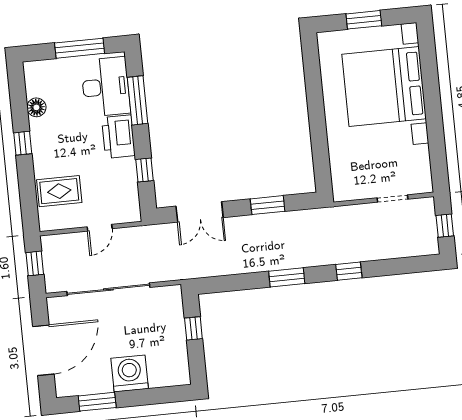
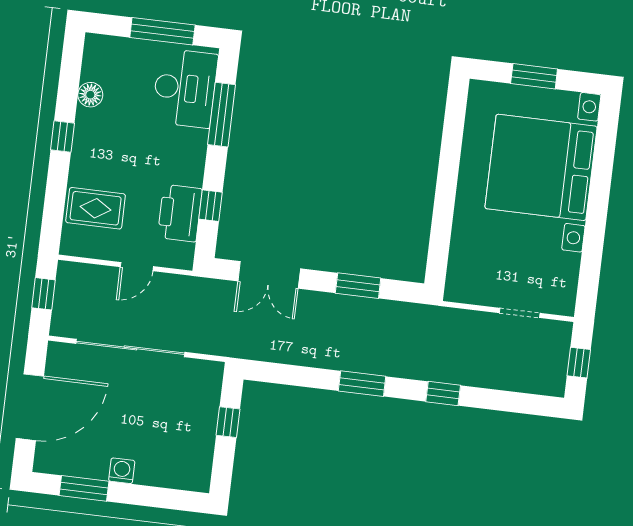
printer: (118, 137) -> (180, 213), moved
washing machine: (130, 373) -> (122, 471), width x0.53, depth x0.53

